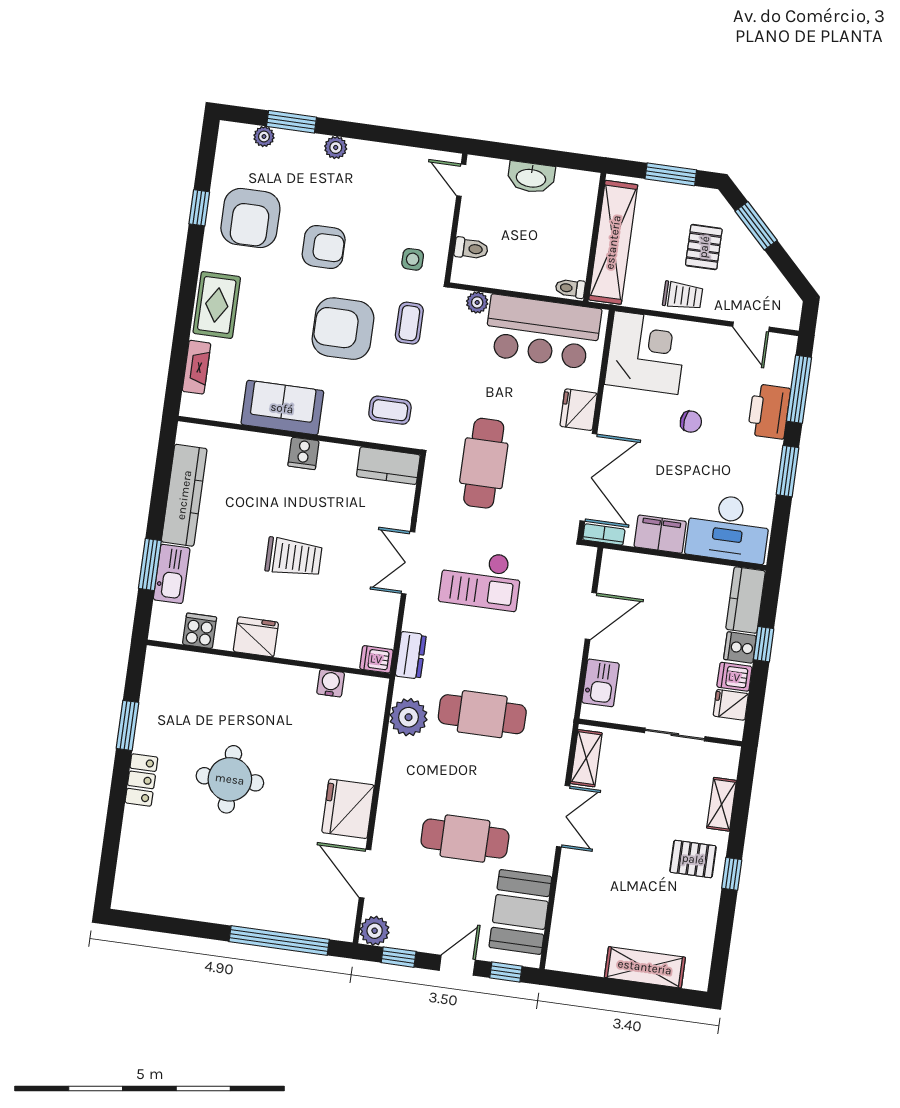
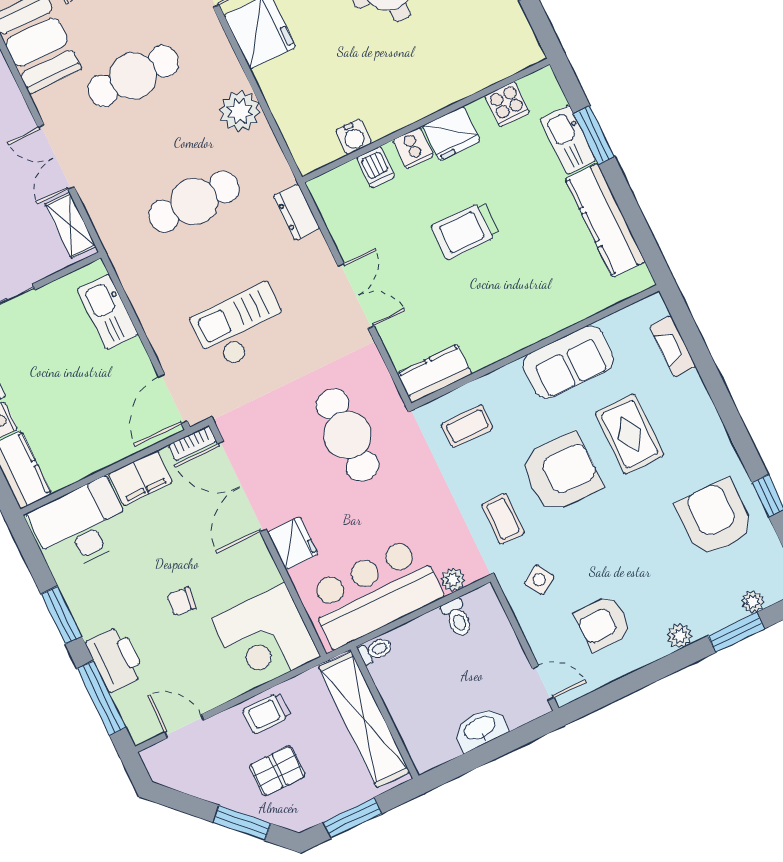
armchair: (324, 247) -> (603, 623), moved
pallet: (704, 247) -> (277, 771), turned 90
toilet: (471, 249) -> (457, 618), moved, turned -90
side table: (413, 259) -> (539, 580), turned -33
rug: (217, 305) -> (630, 434), moved
cooker: (303, 453) -> (413, 148), moved, turned 180
checkout: (481, 579) -> (241, 327), moved
door: (591, 616) -> (173, 399), moved
dishwasher: (376, 659) -> (376, 167), moved, turned 90
kitchen sink: (601, 683) -> (108, 312), width x1.38
plant: (409, 717) -> (240, 111), moved

